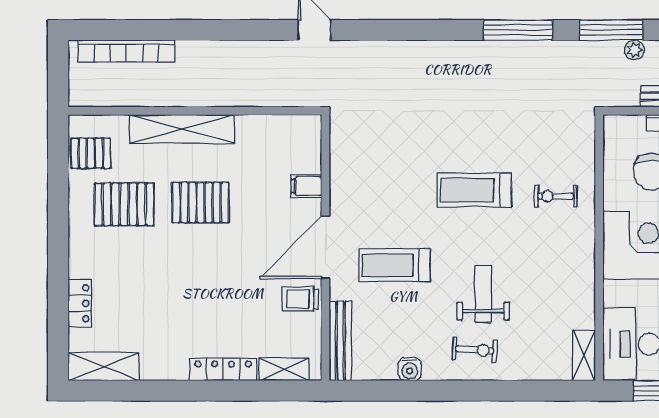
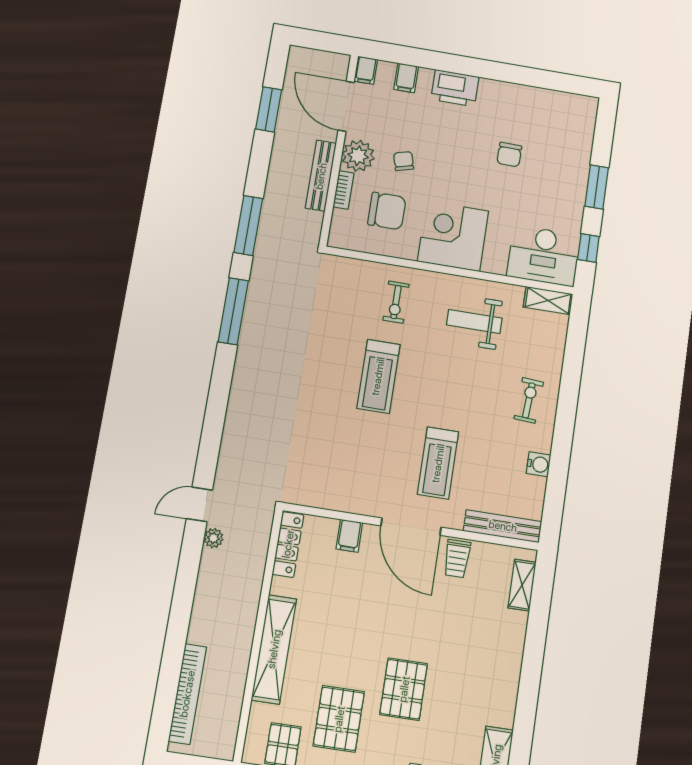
plant: (634, 50) -> (213, 538), moved
pallet: (200, 203) -> (404, 689), moved
weight bench: (483, 294) -> (474, 321), moved
locker: (223, 370) -> (288, 544), moved, turned 180

